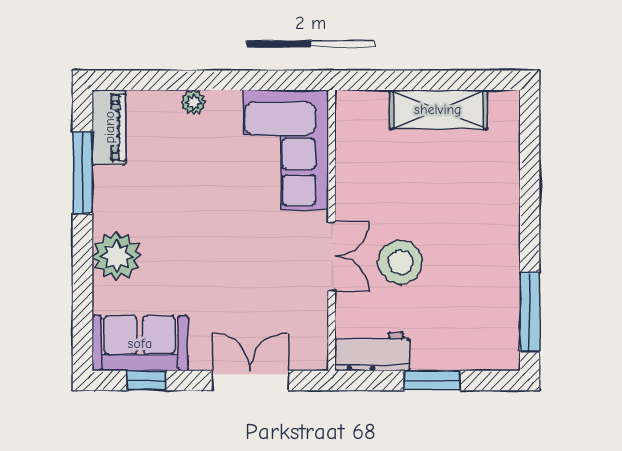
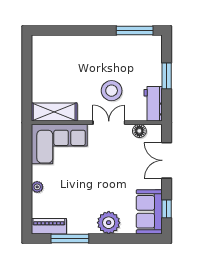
shelving: (438, 109) -> (54, 112), moved, turned 90
floor lamp: (314, 322) -> (139, 131), added

